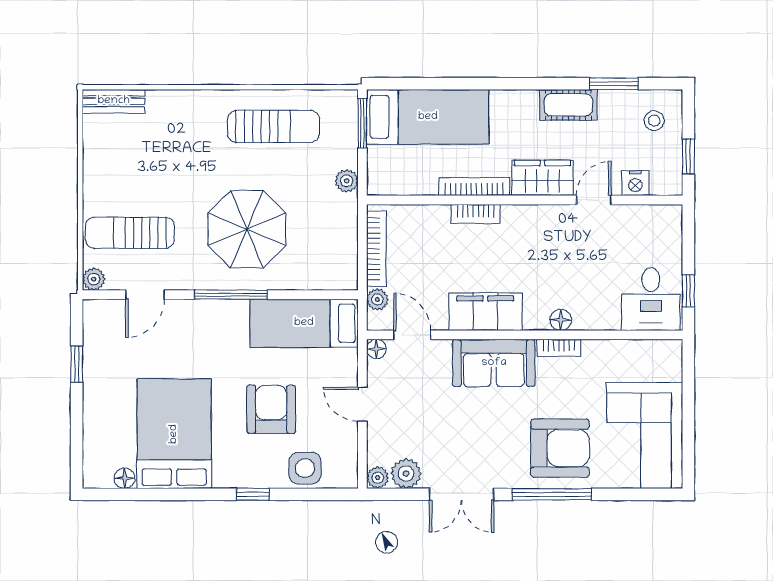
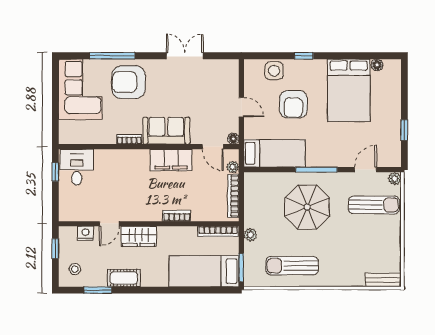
bookcase: (474, 187) -> (218, 231), moved
floor lamp: (561, 320) -> (128, 155), removed
plant: (406, 473) -> (216, 68), removed
plant: (378, 478) -> (233, 65), removed
window: (552, 494) -> (112, 56), moved

